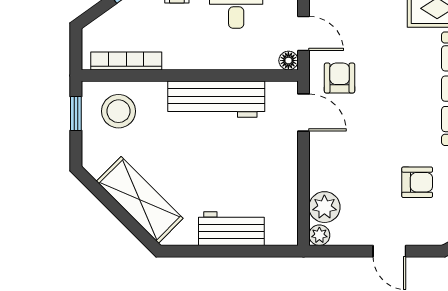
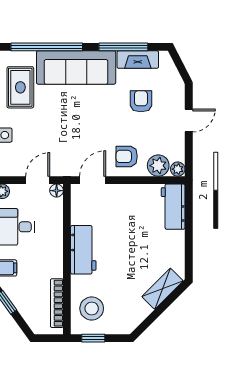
armchair: (340, 78) -> (127, 156), moved
workbench: (216, 99) -> (83, 250), width x0.73
shelving: (140, 200) -> (162, 289), width x0.67, depth x0.75
workbench: (231, 229) -> (173, 207), moved

